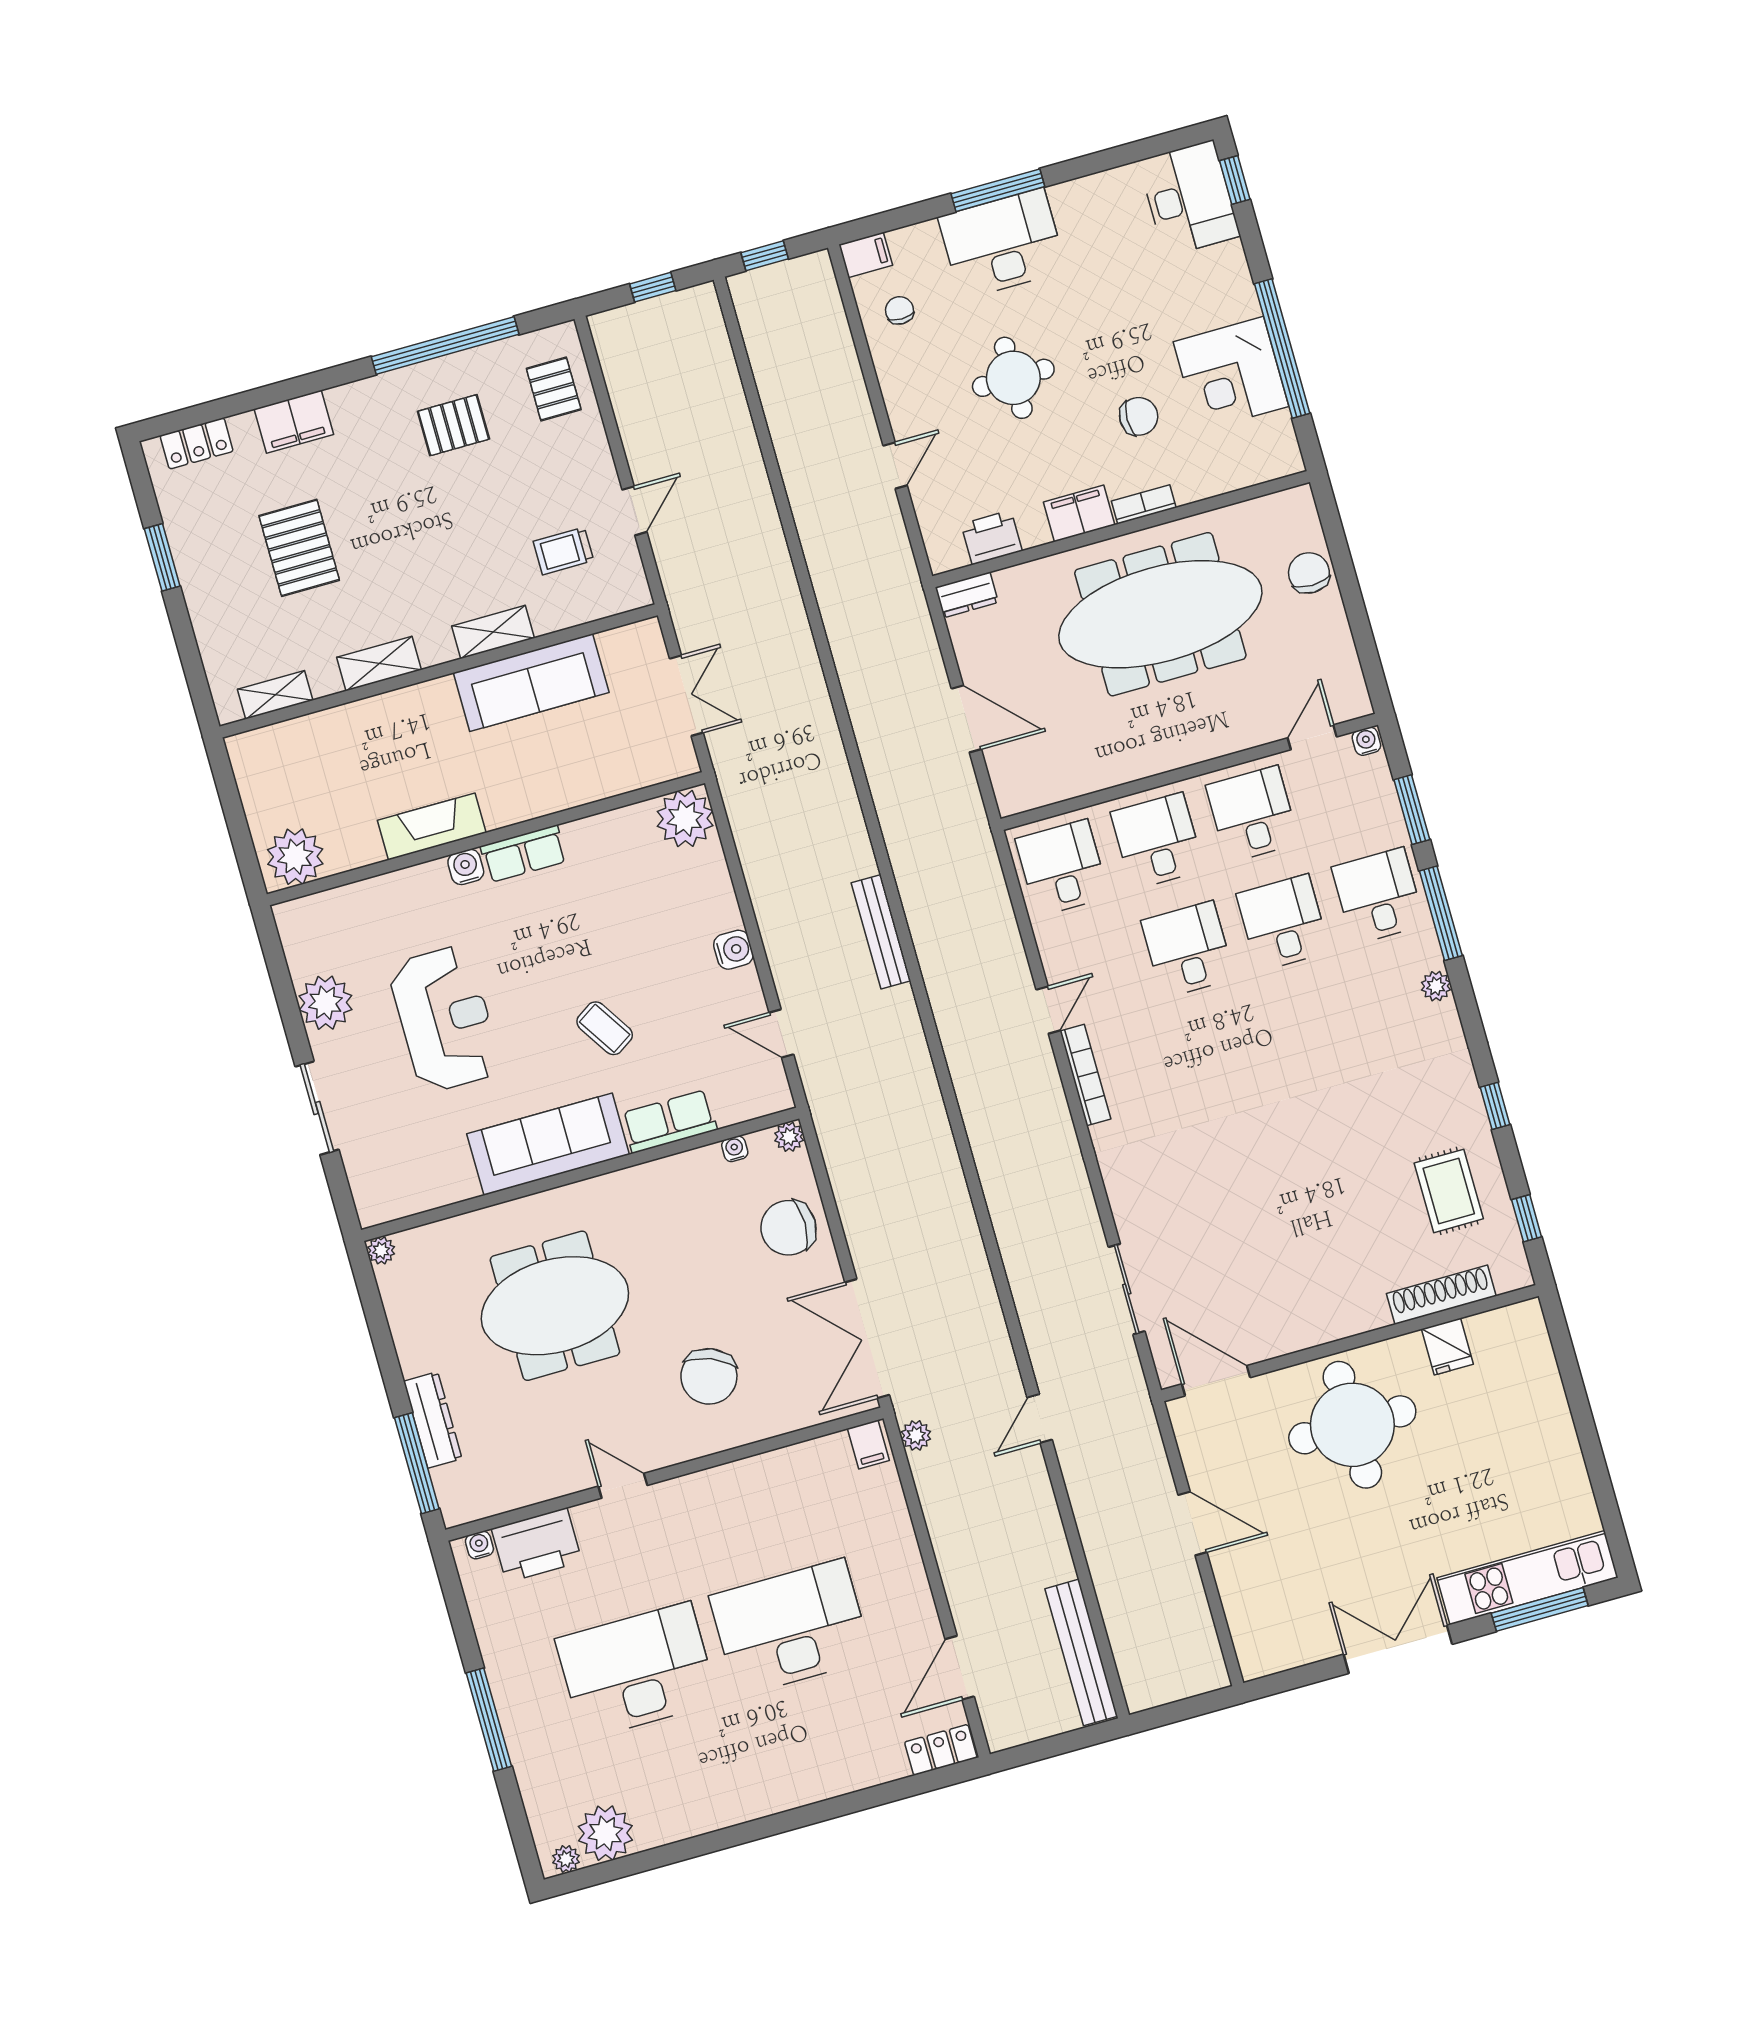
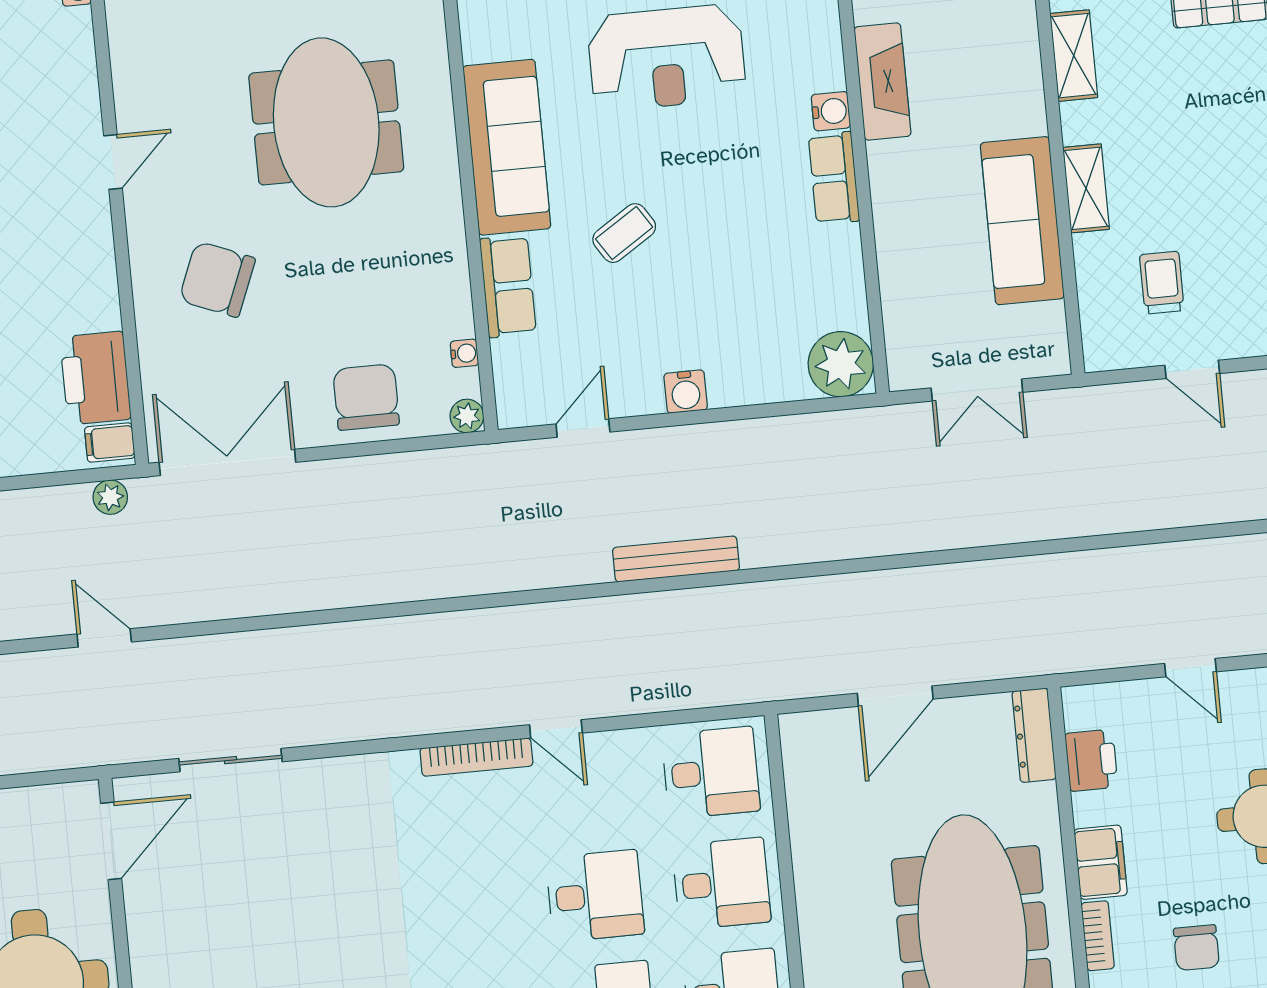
dresser: (967, 595) -> (1034, 735), width x1.44
printer: (537, 1545) -> (95, 378), moved

